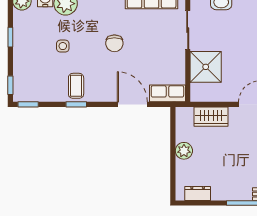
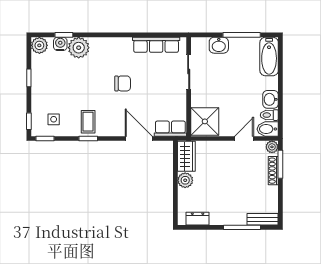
chair: (114, 43) -> (123, 83), turned -90
side table: (63, 46) -> (54, 119), moved
shower: (206, 67) -> (205, 121), moved
wardrobe: (211, 117) -> (186, 156), moved, turned -90

